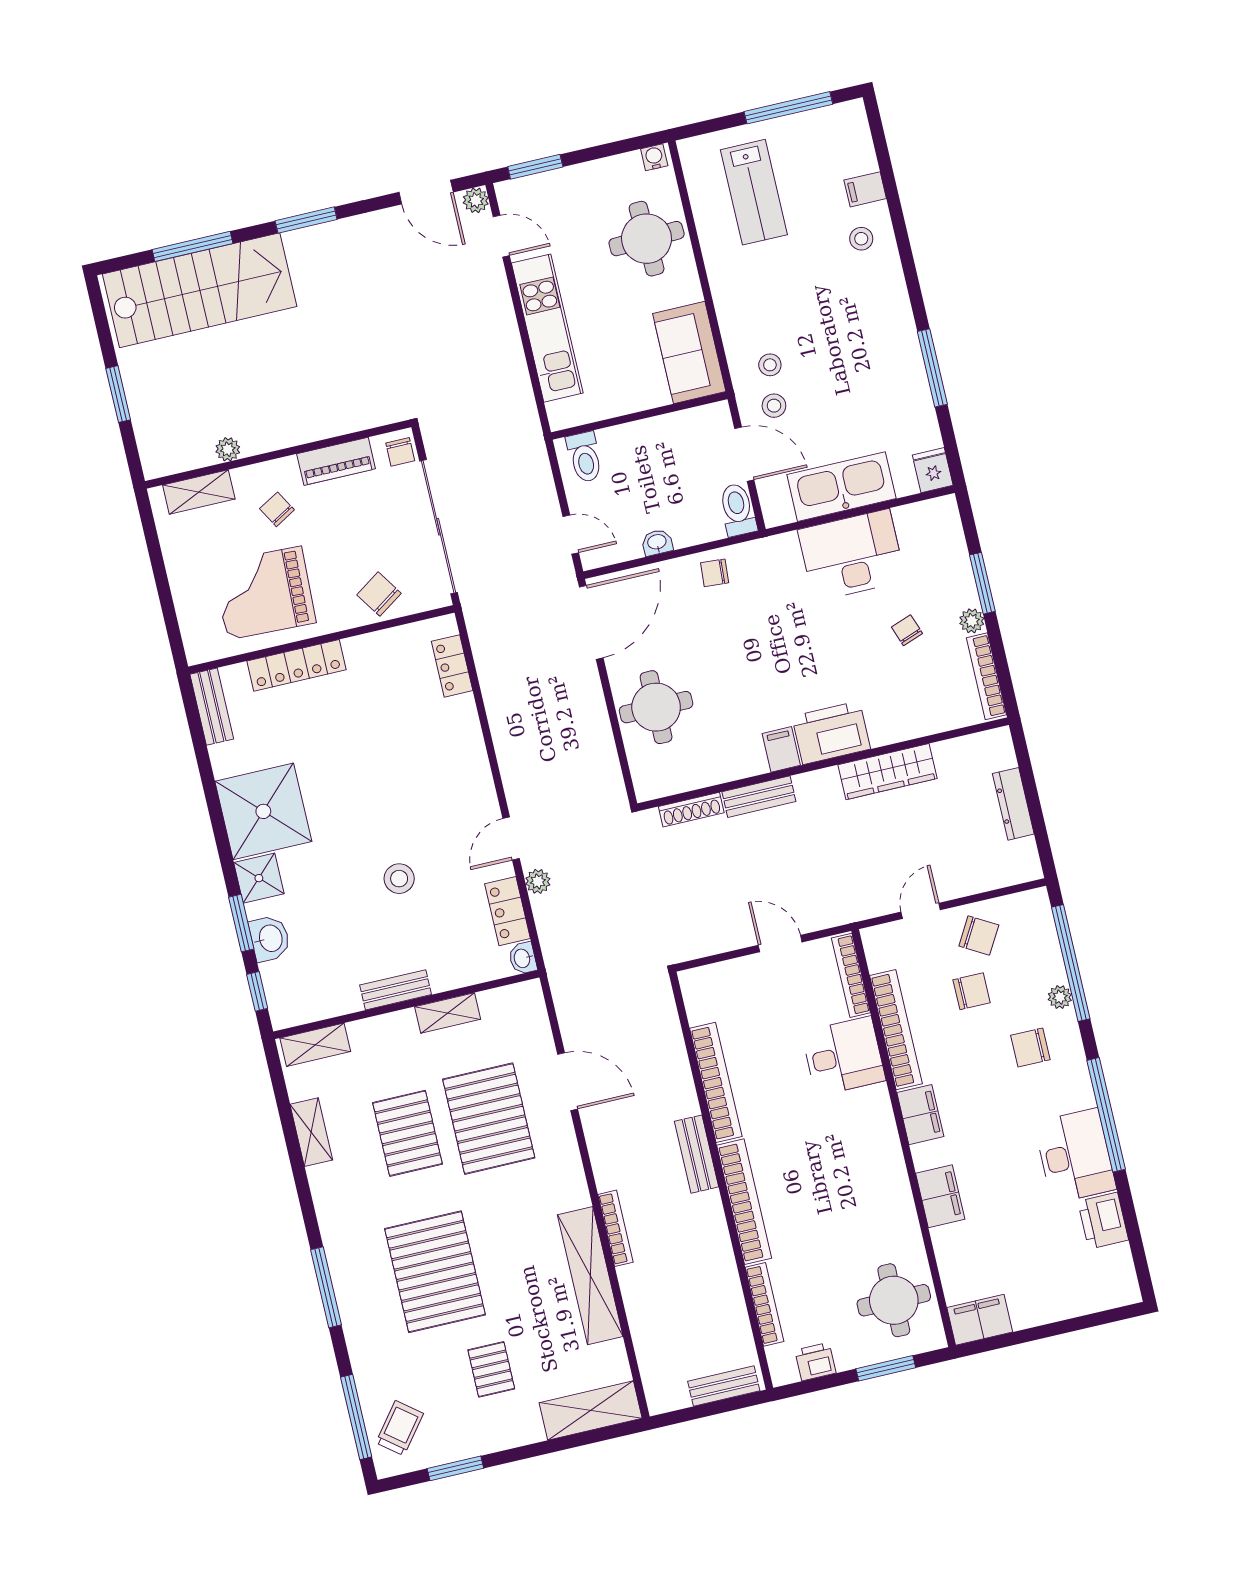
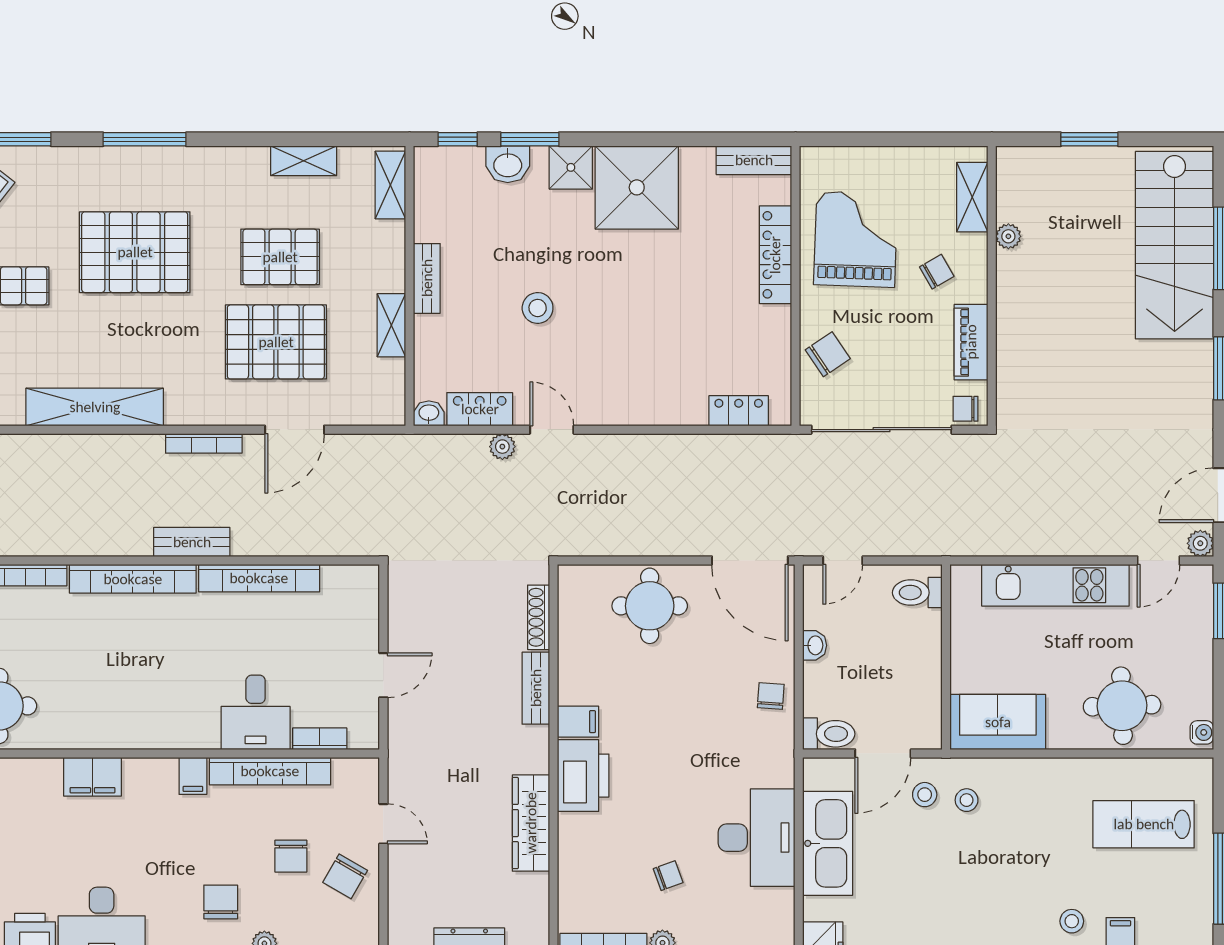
bookcase: (851, 975) -> (320, 739), width x0.64
filing cabinet: (920, 1115) -> (193, 776), width x0.50
bookcase: (615, 1228) -> (204, 443), moved

